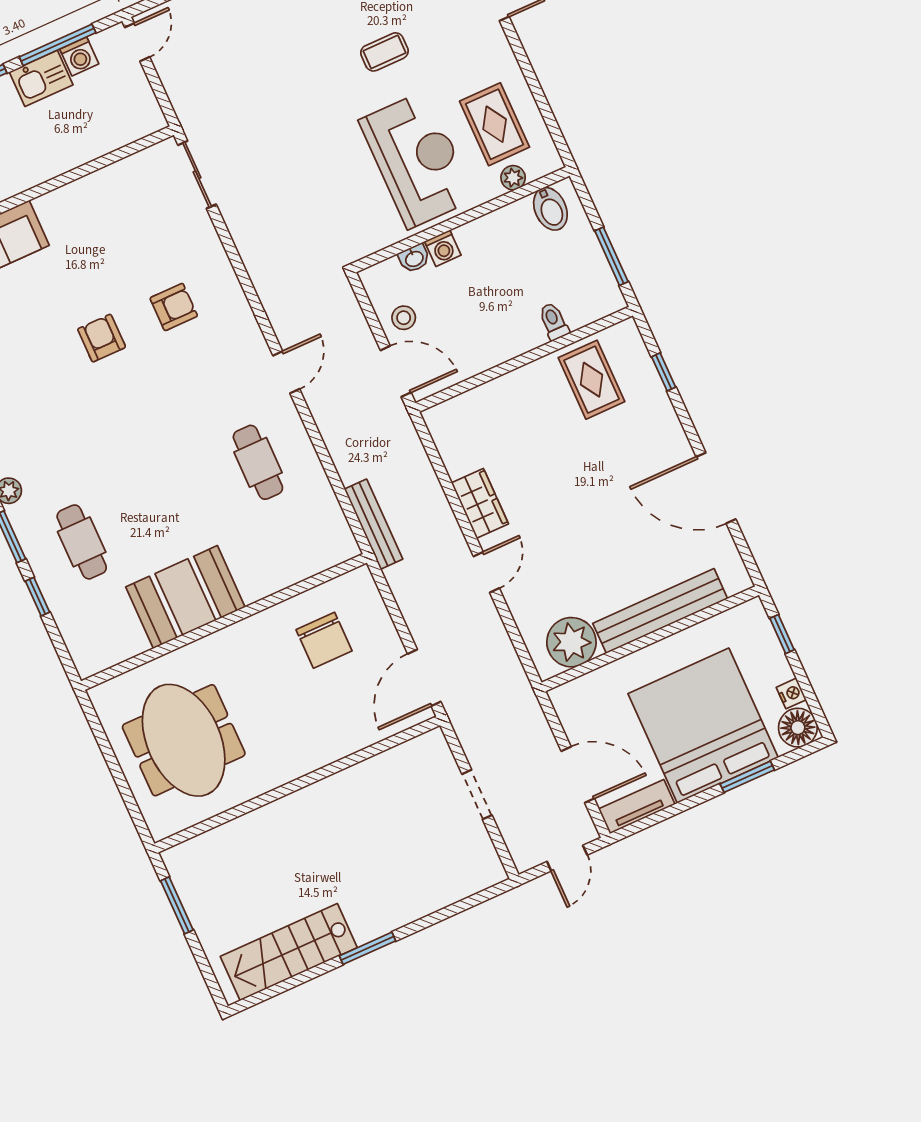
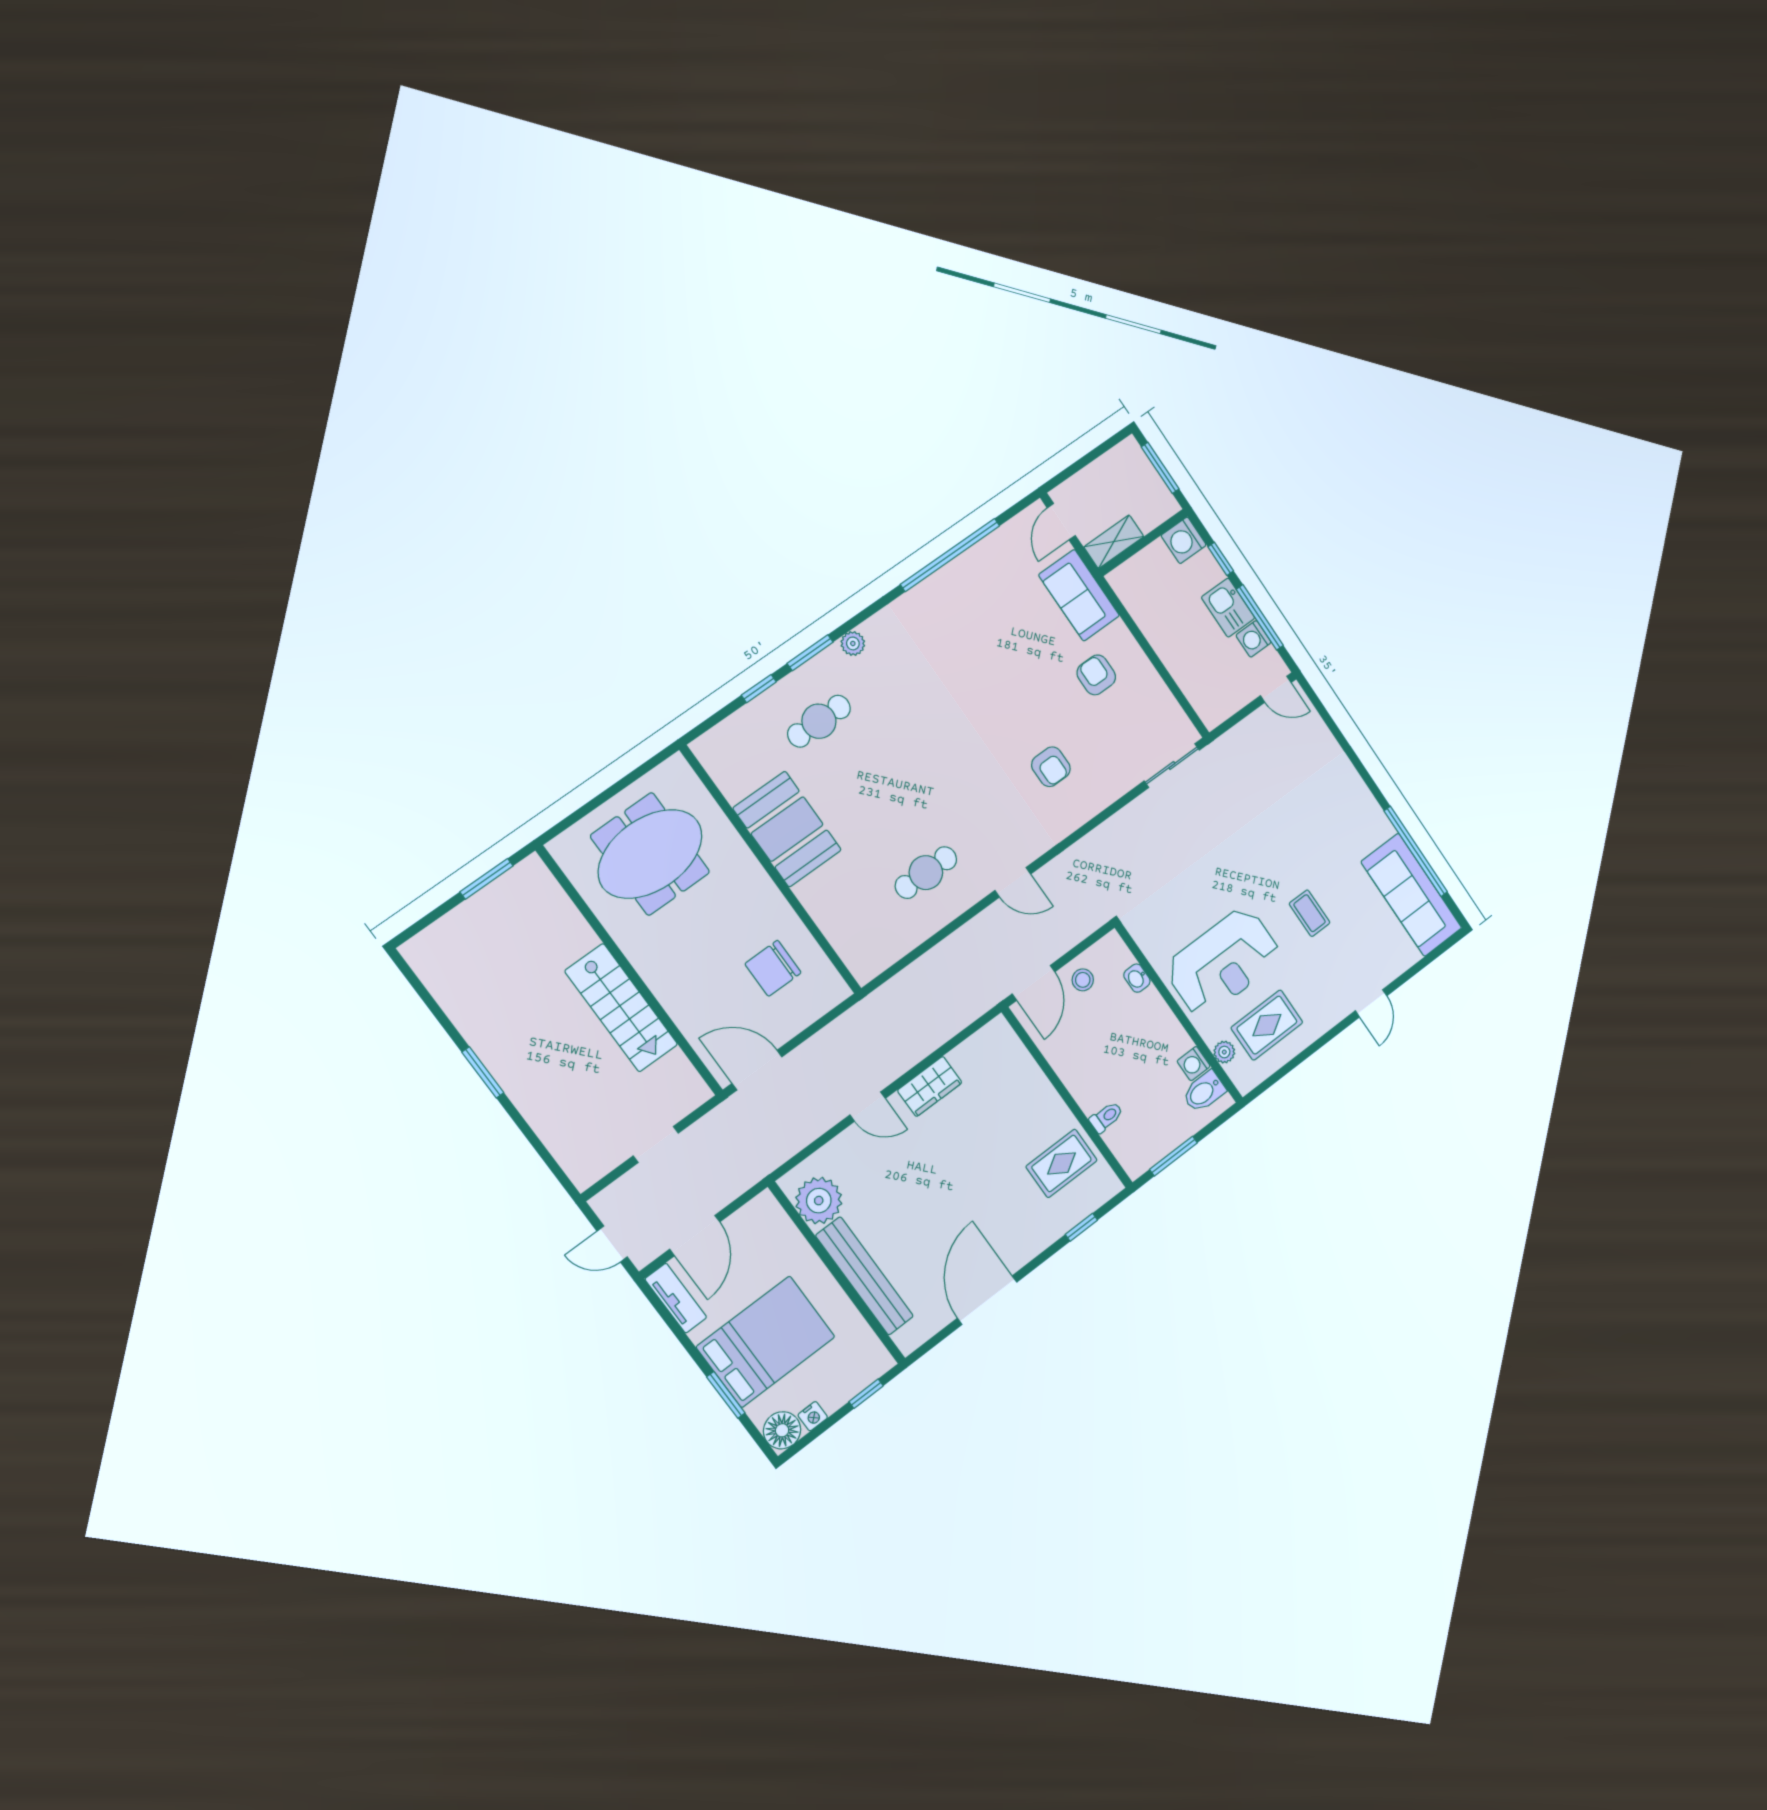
washing machine: (443, 248) -> (1194, 1064), moved
armchair: (102, 338) -> (1096, 675), moved, turned -90
bench: (374, 524) -> (891, 992), removed
bed: (703, 726) -> (766, 1342), width x0.73
stairs: (289, 952) -> (621, 1008), moved, turned 180

